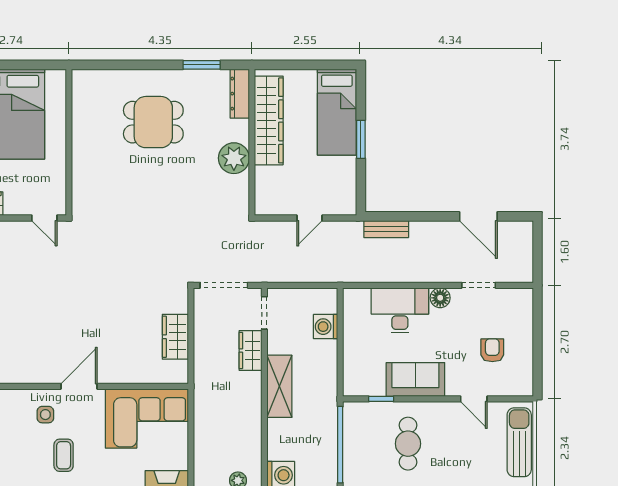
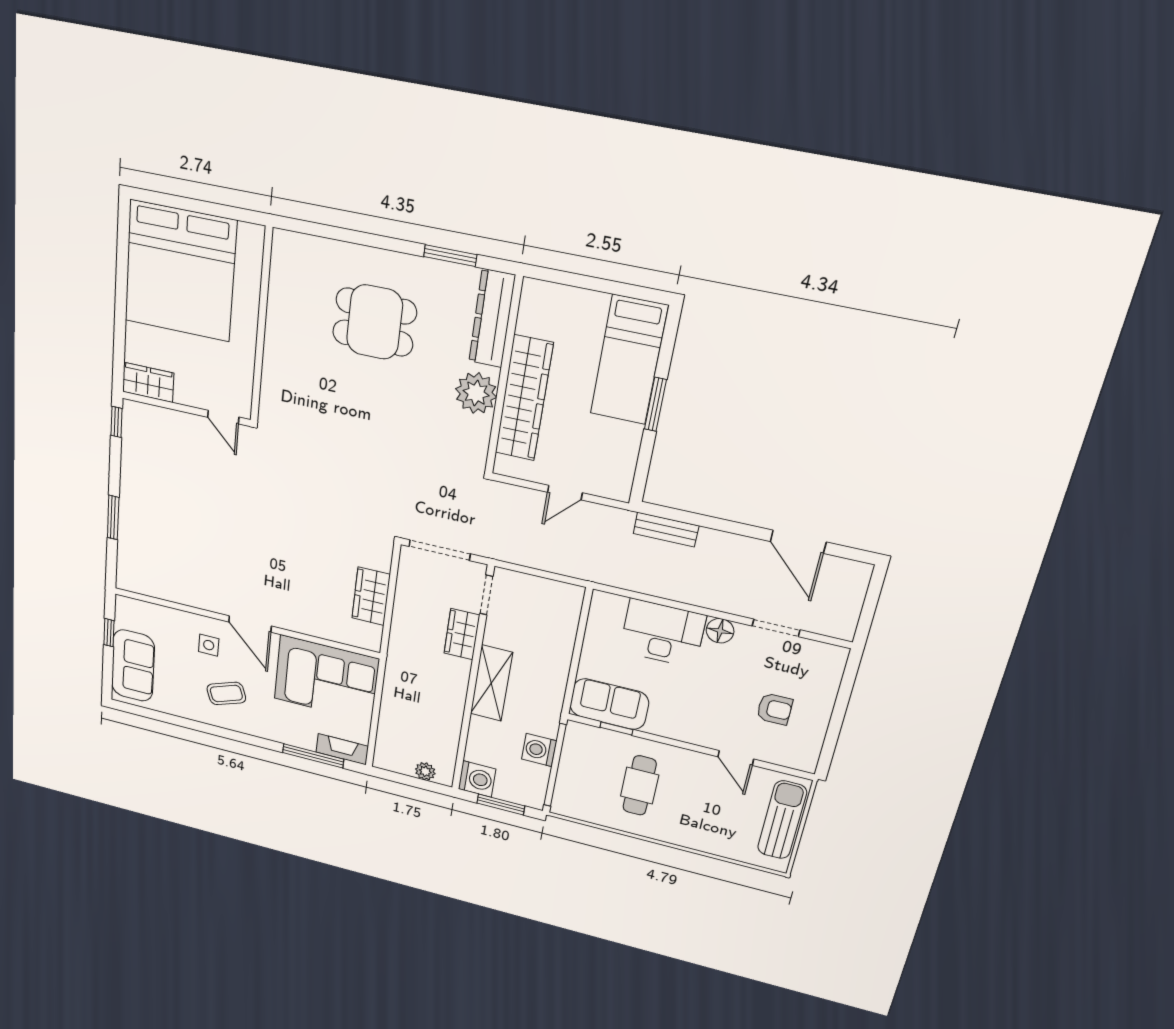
dresser: (240, 94) -> (492, 318), width x1.37, depth x1.24
wardrobe: (269, 120) -> (524, 398), moved
washing machine: (326, 327) -> (539, 750), moved
armchair: (492, 350) -> (775, 709), turned 90
sofa: (415, 379) -> (609, 704), moved
door: (79, 386) -> (250, 624), swing flipped
coffee table: (64, 455) -> (226, 693), turned 70

